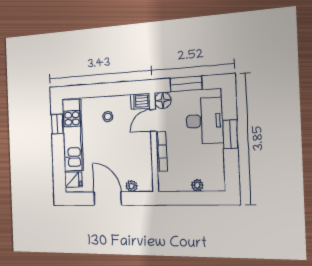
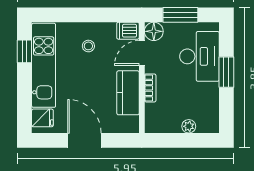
bookcase: (161, 151) -> (150, 88), width x0.64
kitchen counter: (143, 156) -> (128, 93), added
plant: (132, 186) -> (114, 126), removed

